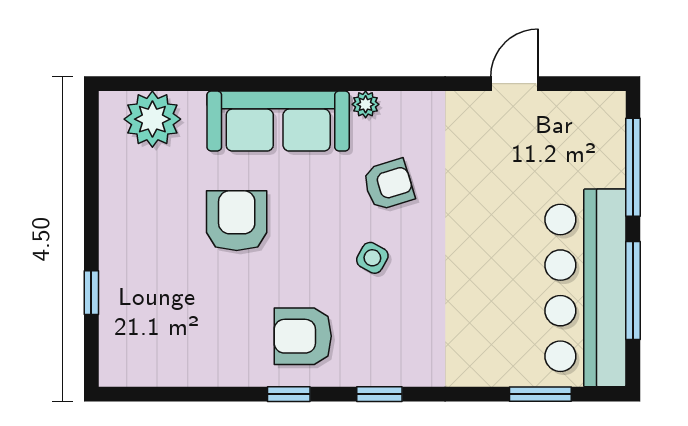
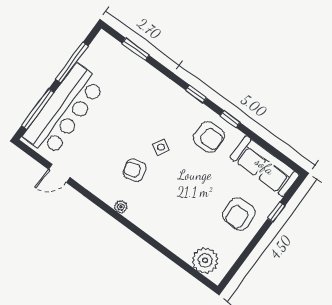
sofa: (278, 121) -> (265, 166), moved, turned 180
armchair: (237, 221) -> (239, 214), moved
bar counter: (585, 288) -> (64, 110), moved

